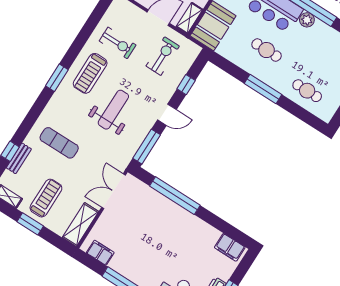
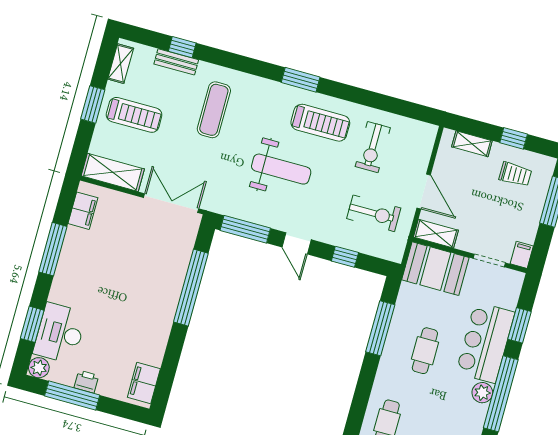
treadmill: (90, 73) -> (320, 123), turned 180
window: (263, 89) -> (380, 328), moved

